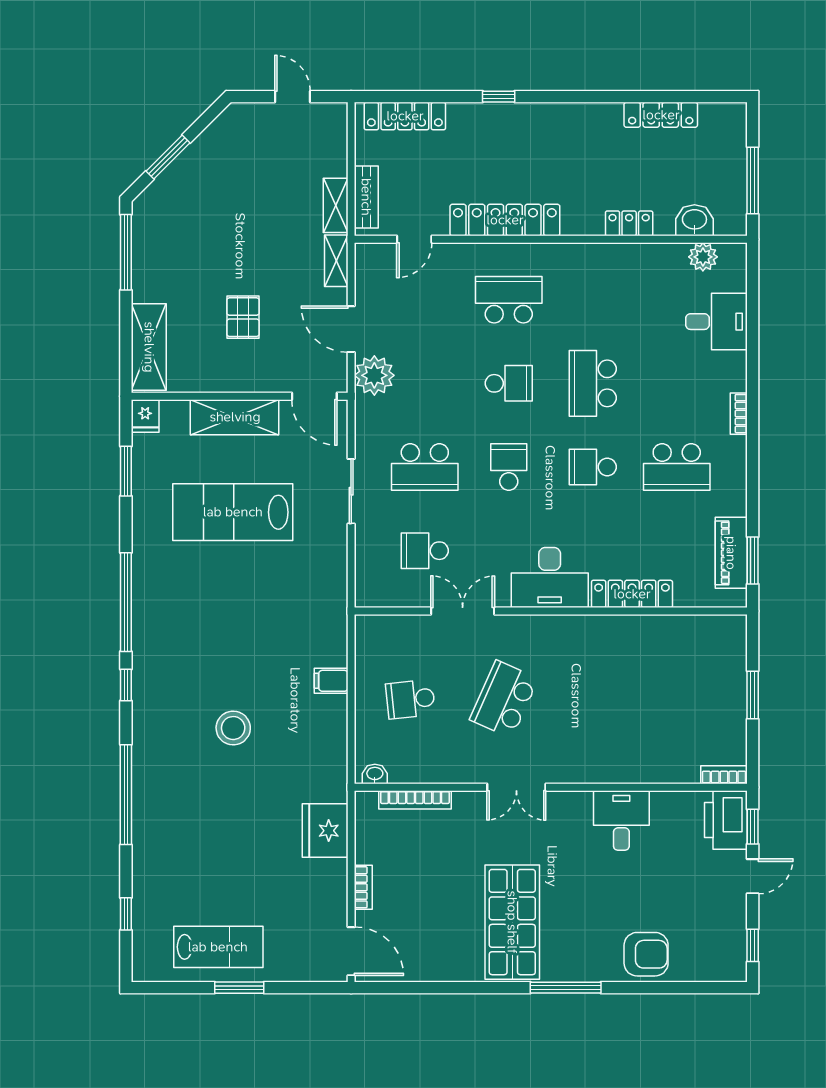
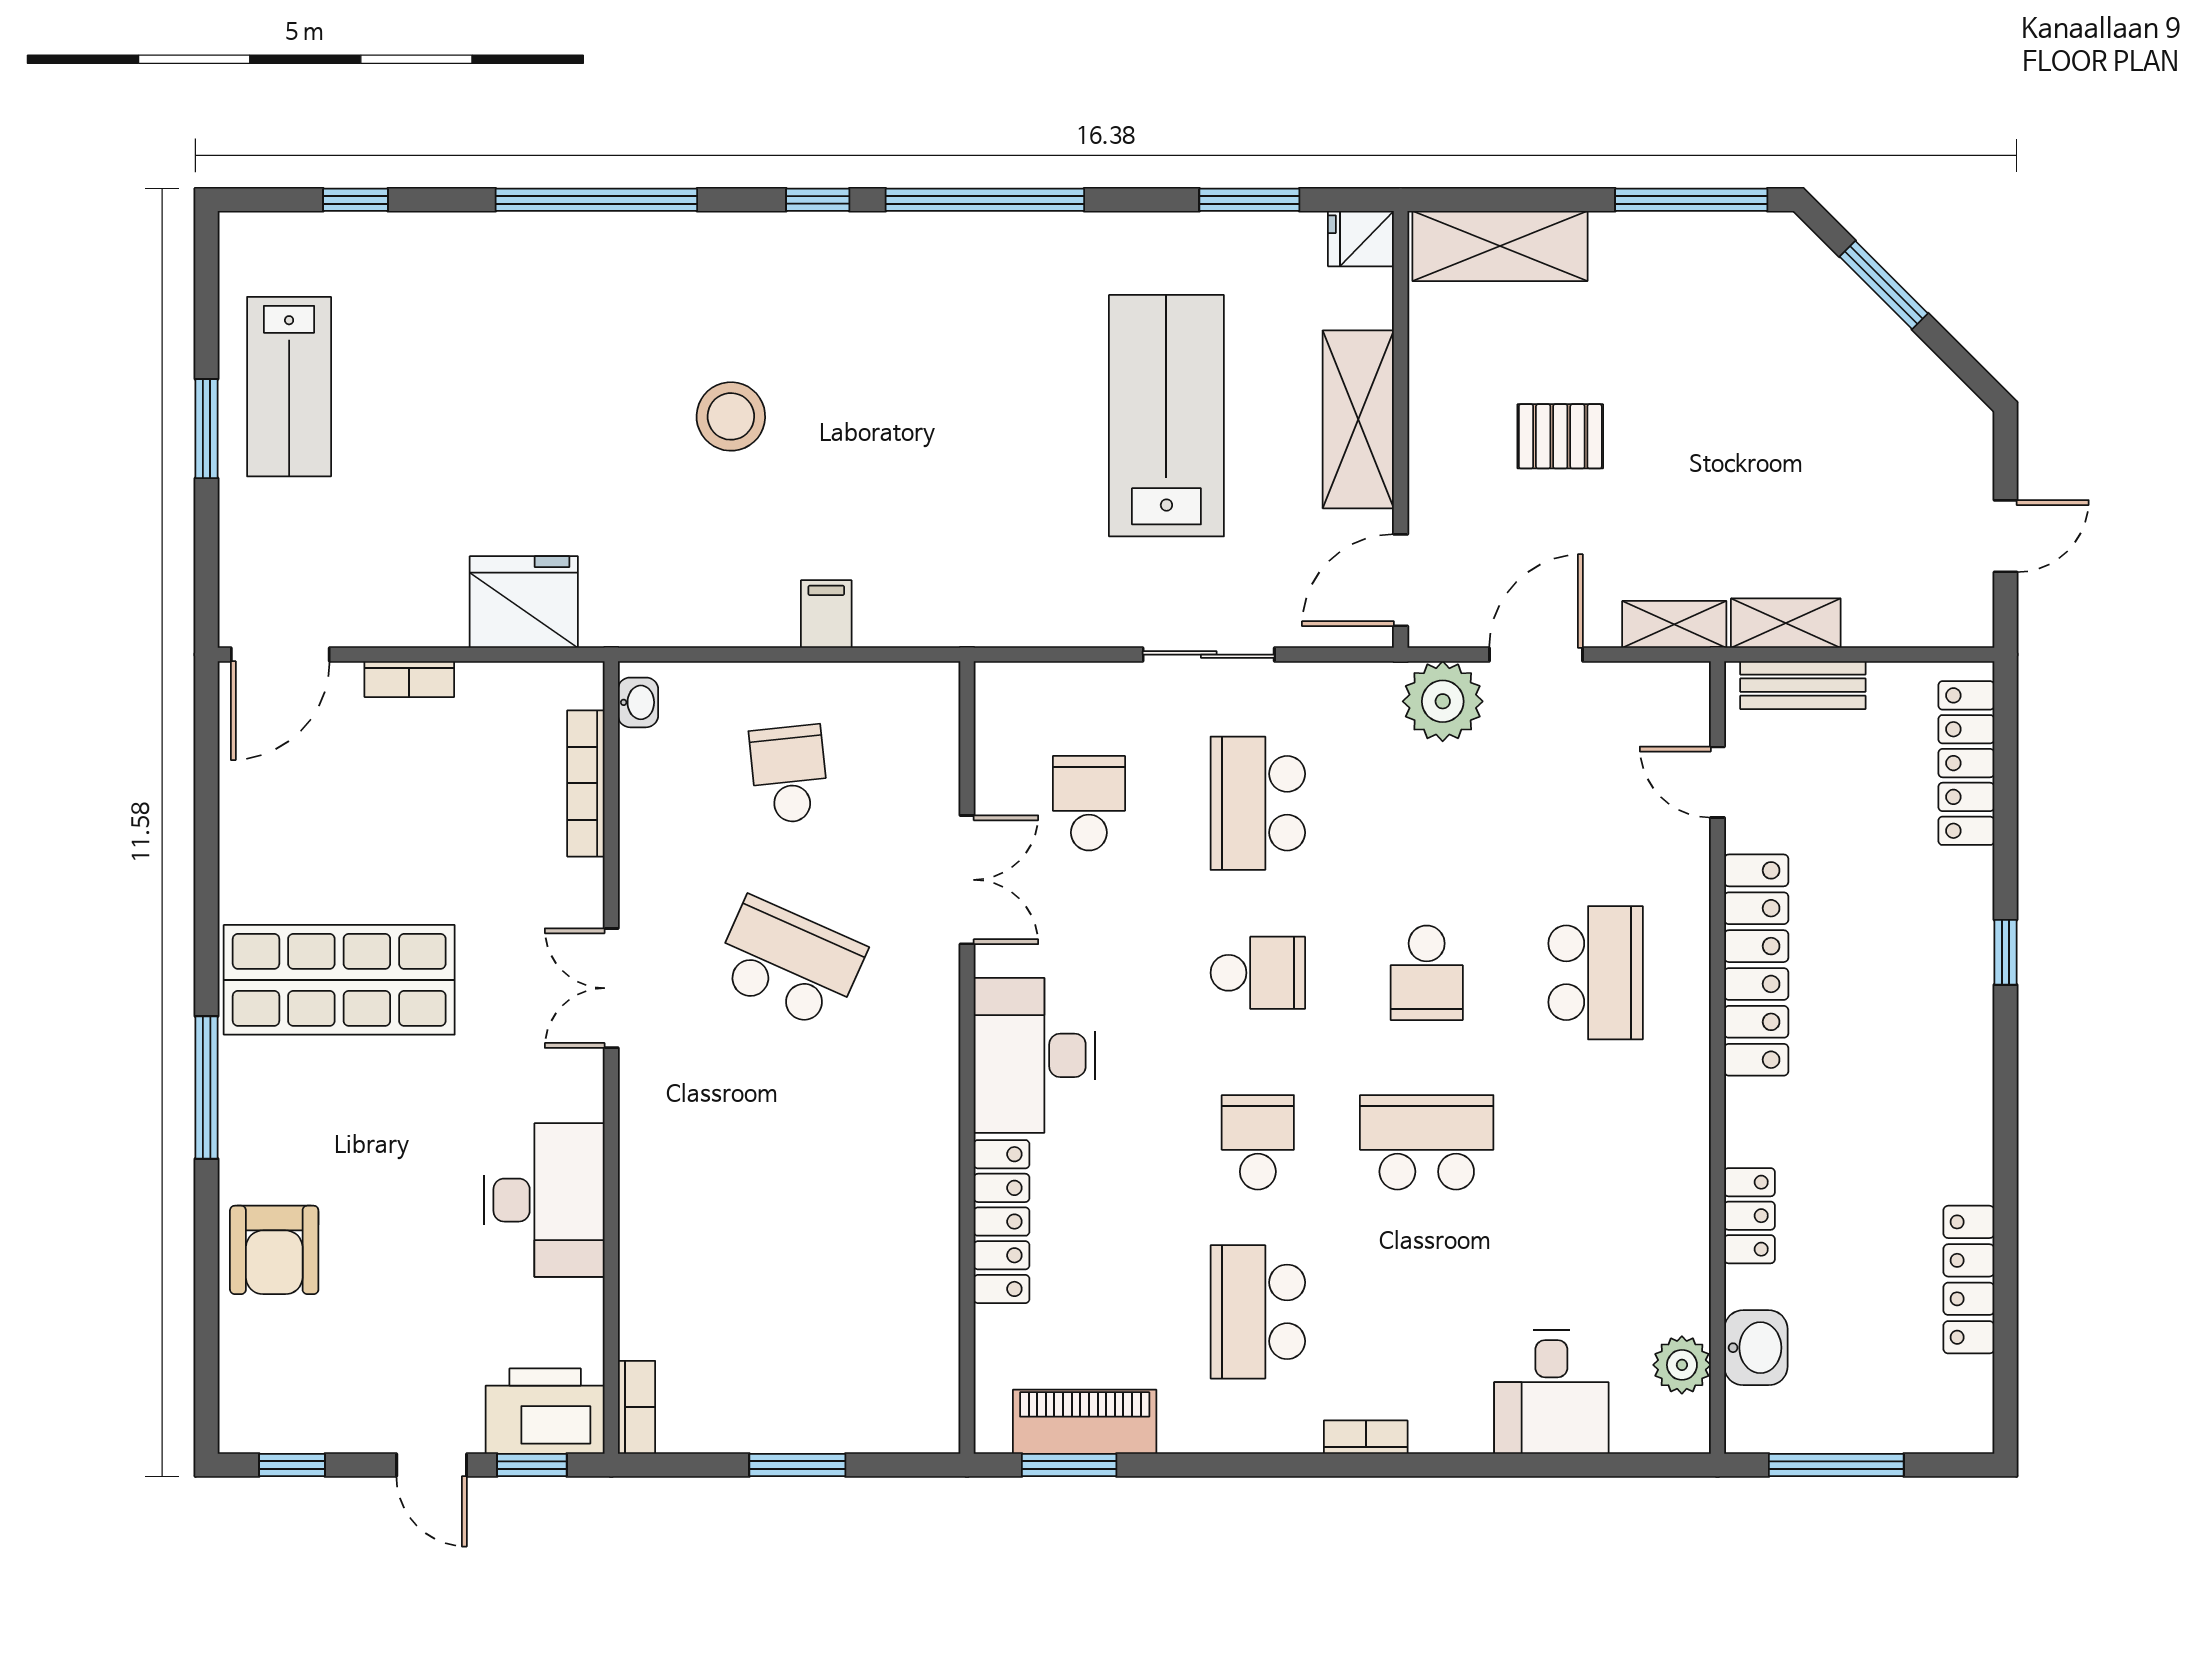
desk: (621, 820) -> (544, 1200), width x1.37

